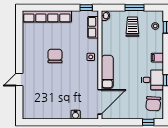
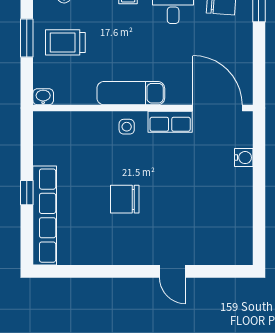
window: (86, 8) -> (27, 193), moved
row of seats: (93, 27) -> (170, 122), moved
exam couch: (107, 72) -> (131, 93), moved

